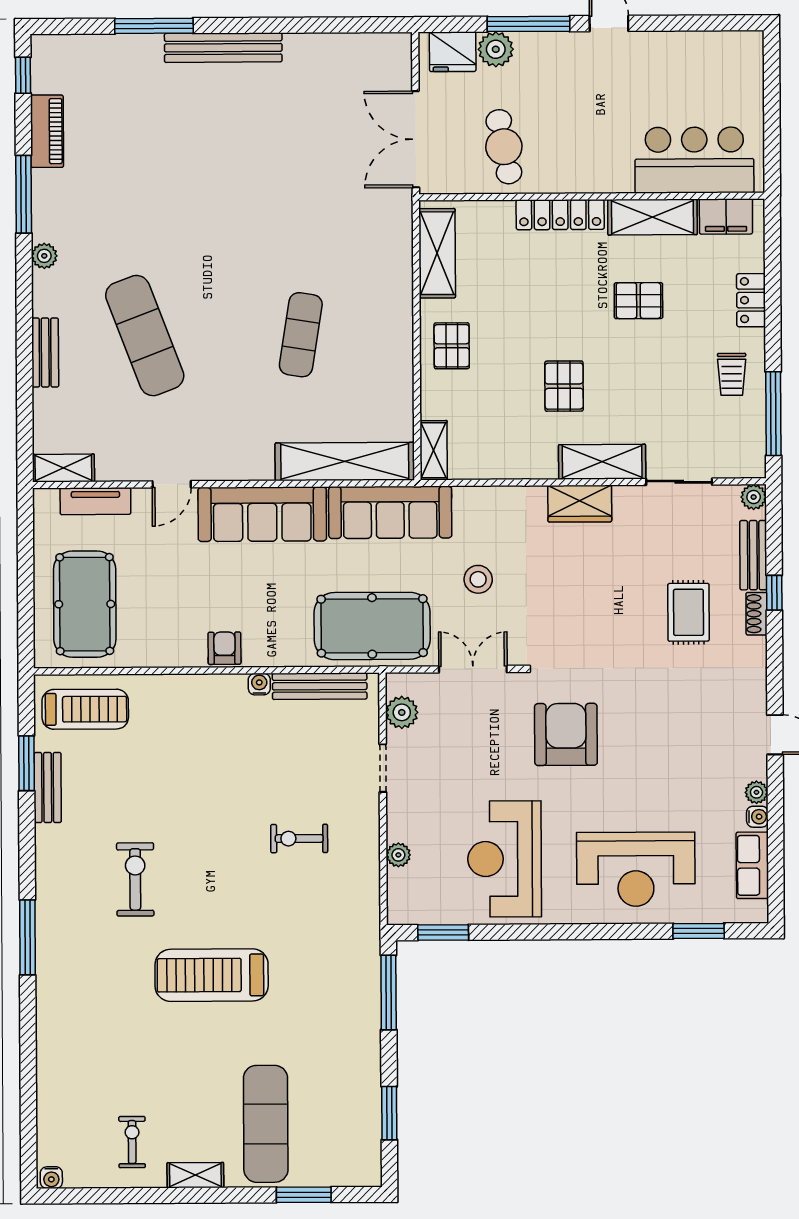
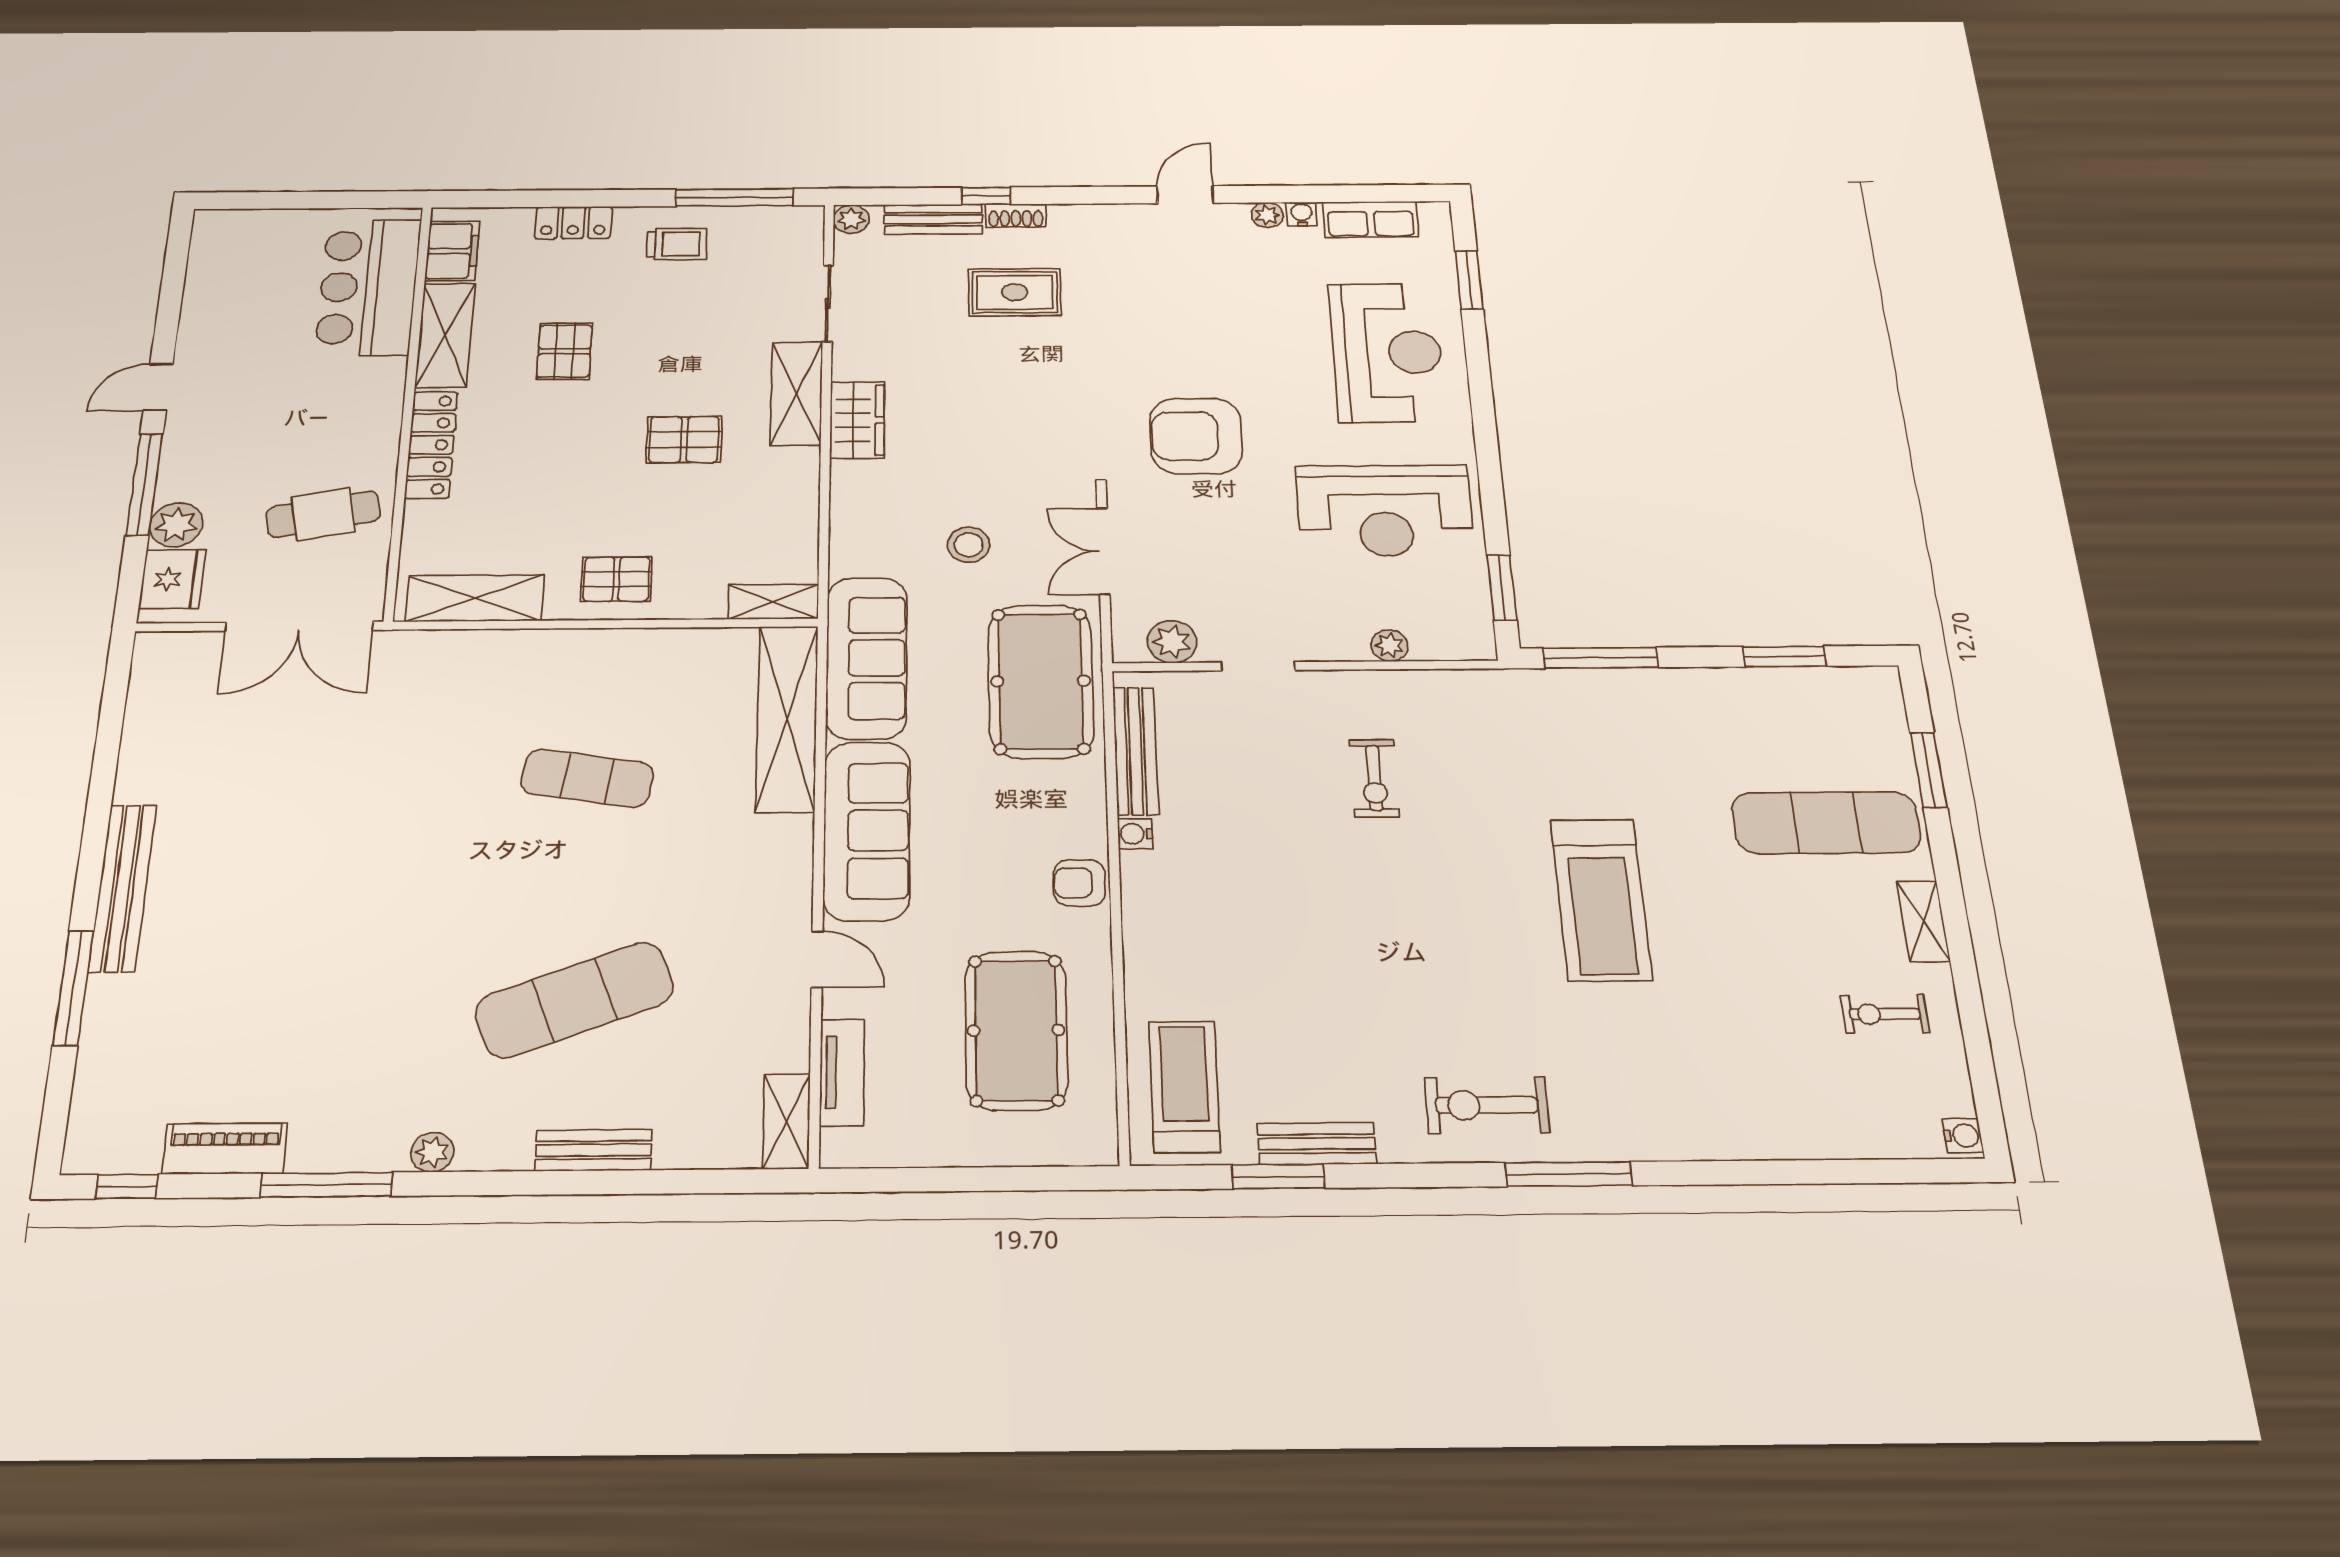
pool table: (85, 604) -> (1016, 1030), moved, turned 90
exercise bike: (135, 879) -> (1487, 1105), moved

